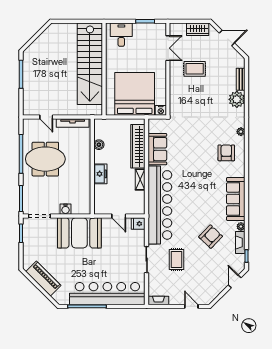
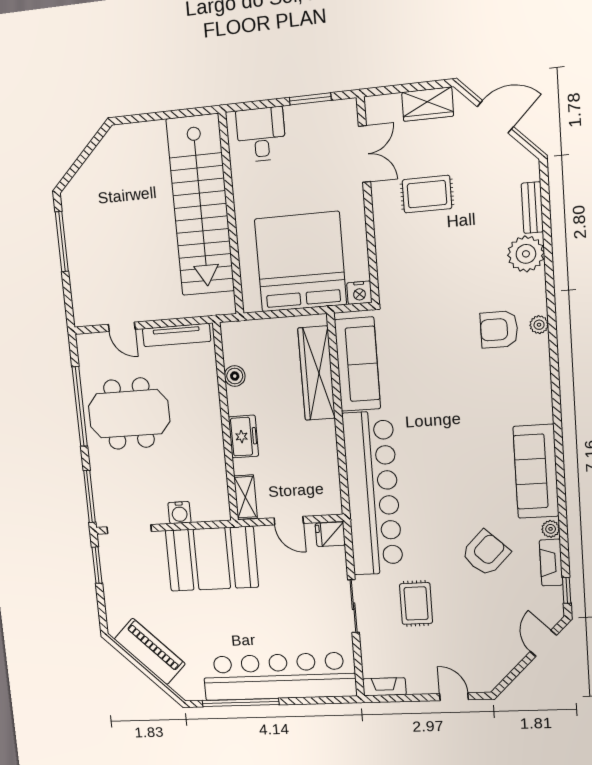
sofa: (157, 149) -> (357, 364), width x1.36
armchair: (226, 153) -> (499, 329), moved, turned -90
shelving: (140, 180) -> (245, 497), moved

